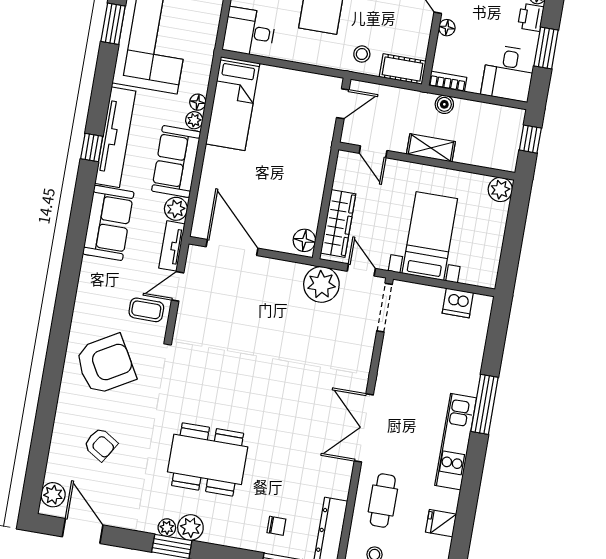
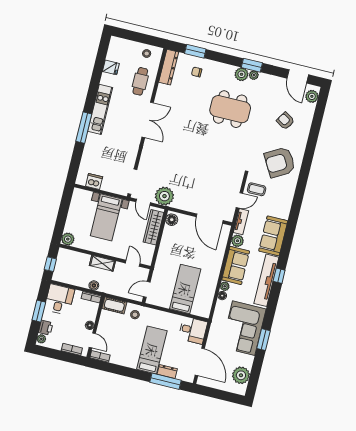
bed: (233, 103) -> (185, 289), moved

